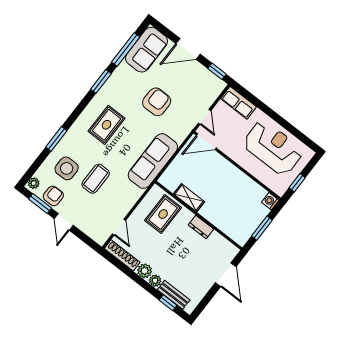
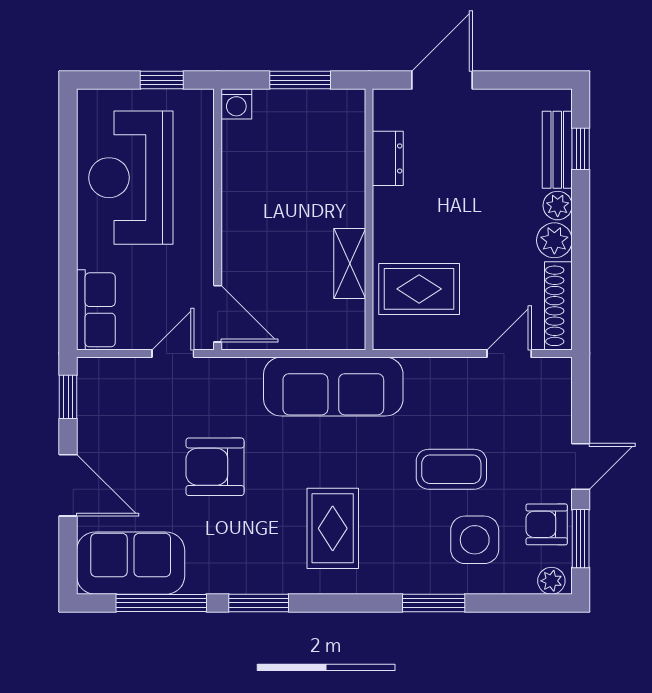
rug: (106, 125) -> (333, 528), turned 90
dresser: (201, 227) -> (388, 158), moved

